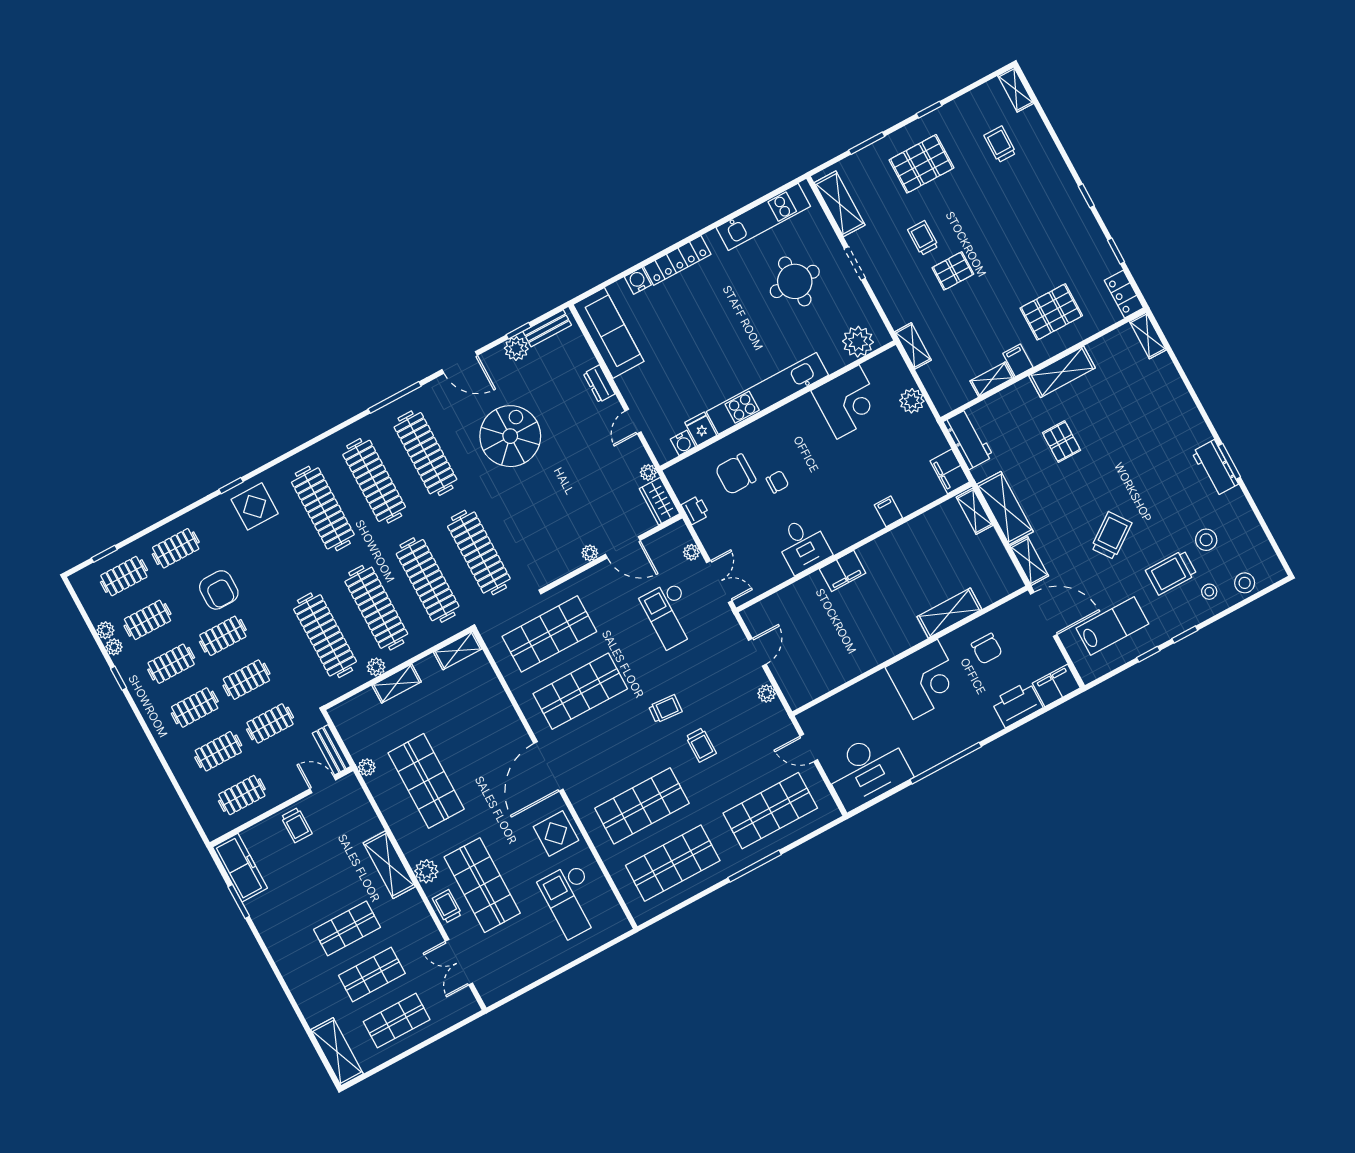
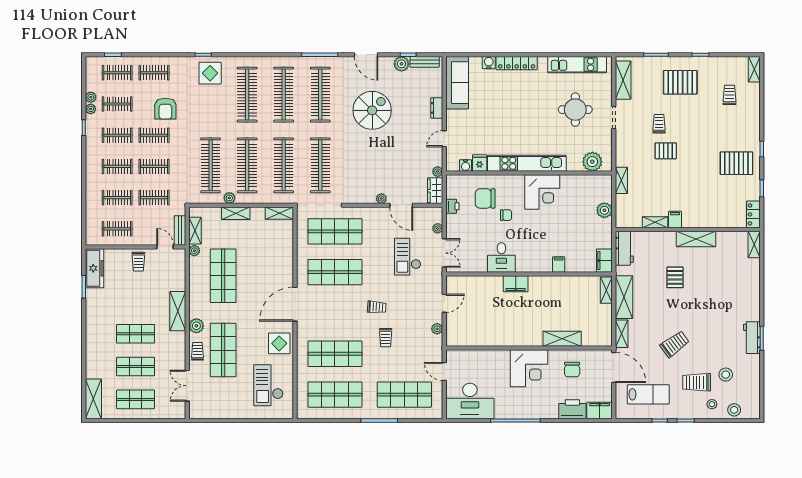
pallet: (1051, 312) -> (736, 163), moved
corner desk: (848, 402) -> (542, 192), moved
shelving: (353, 739) -> (195, 231), added

